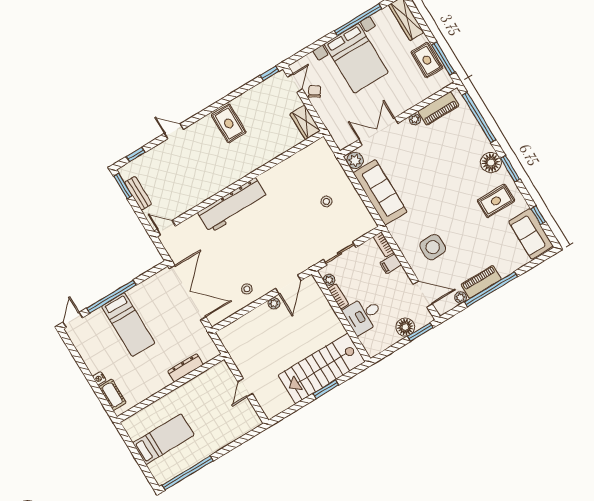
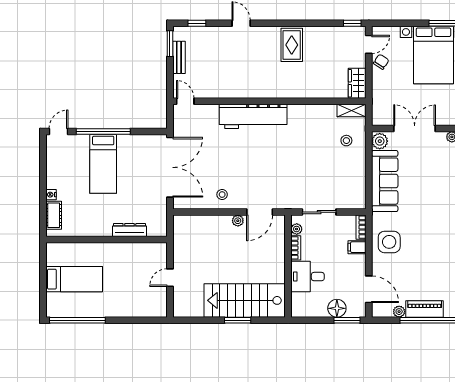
shelving: (315, 149) -> (352, 110), added
stool: (326, 201) -> (346, 141), moved
side table: (433, 247) -> (389, 242), moved

